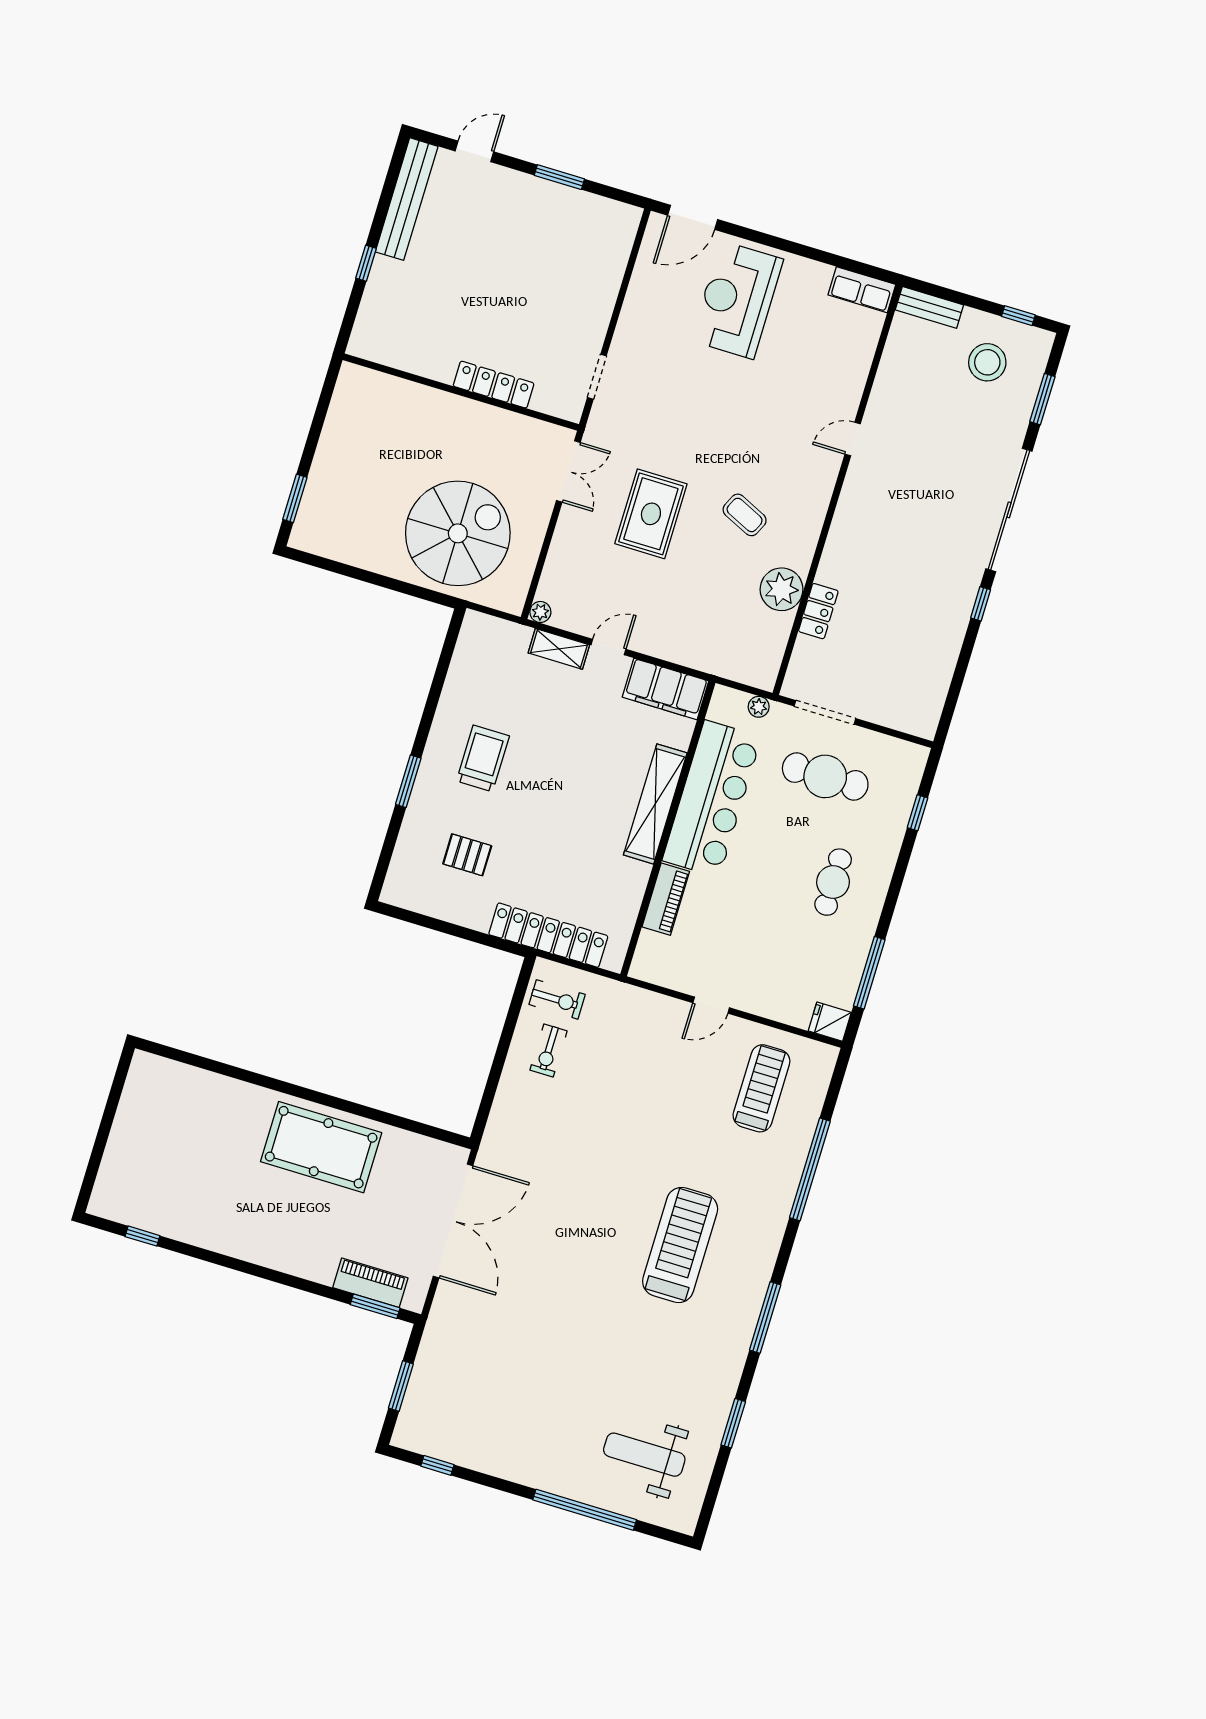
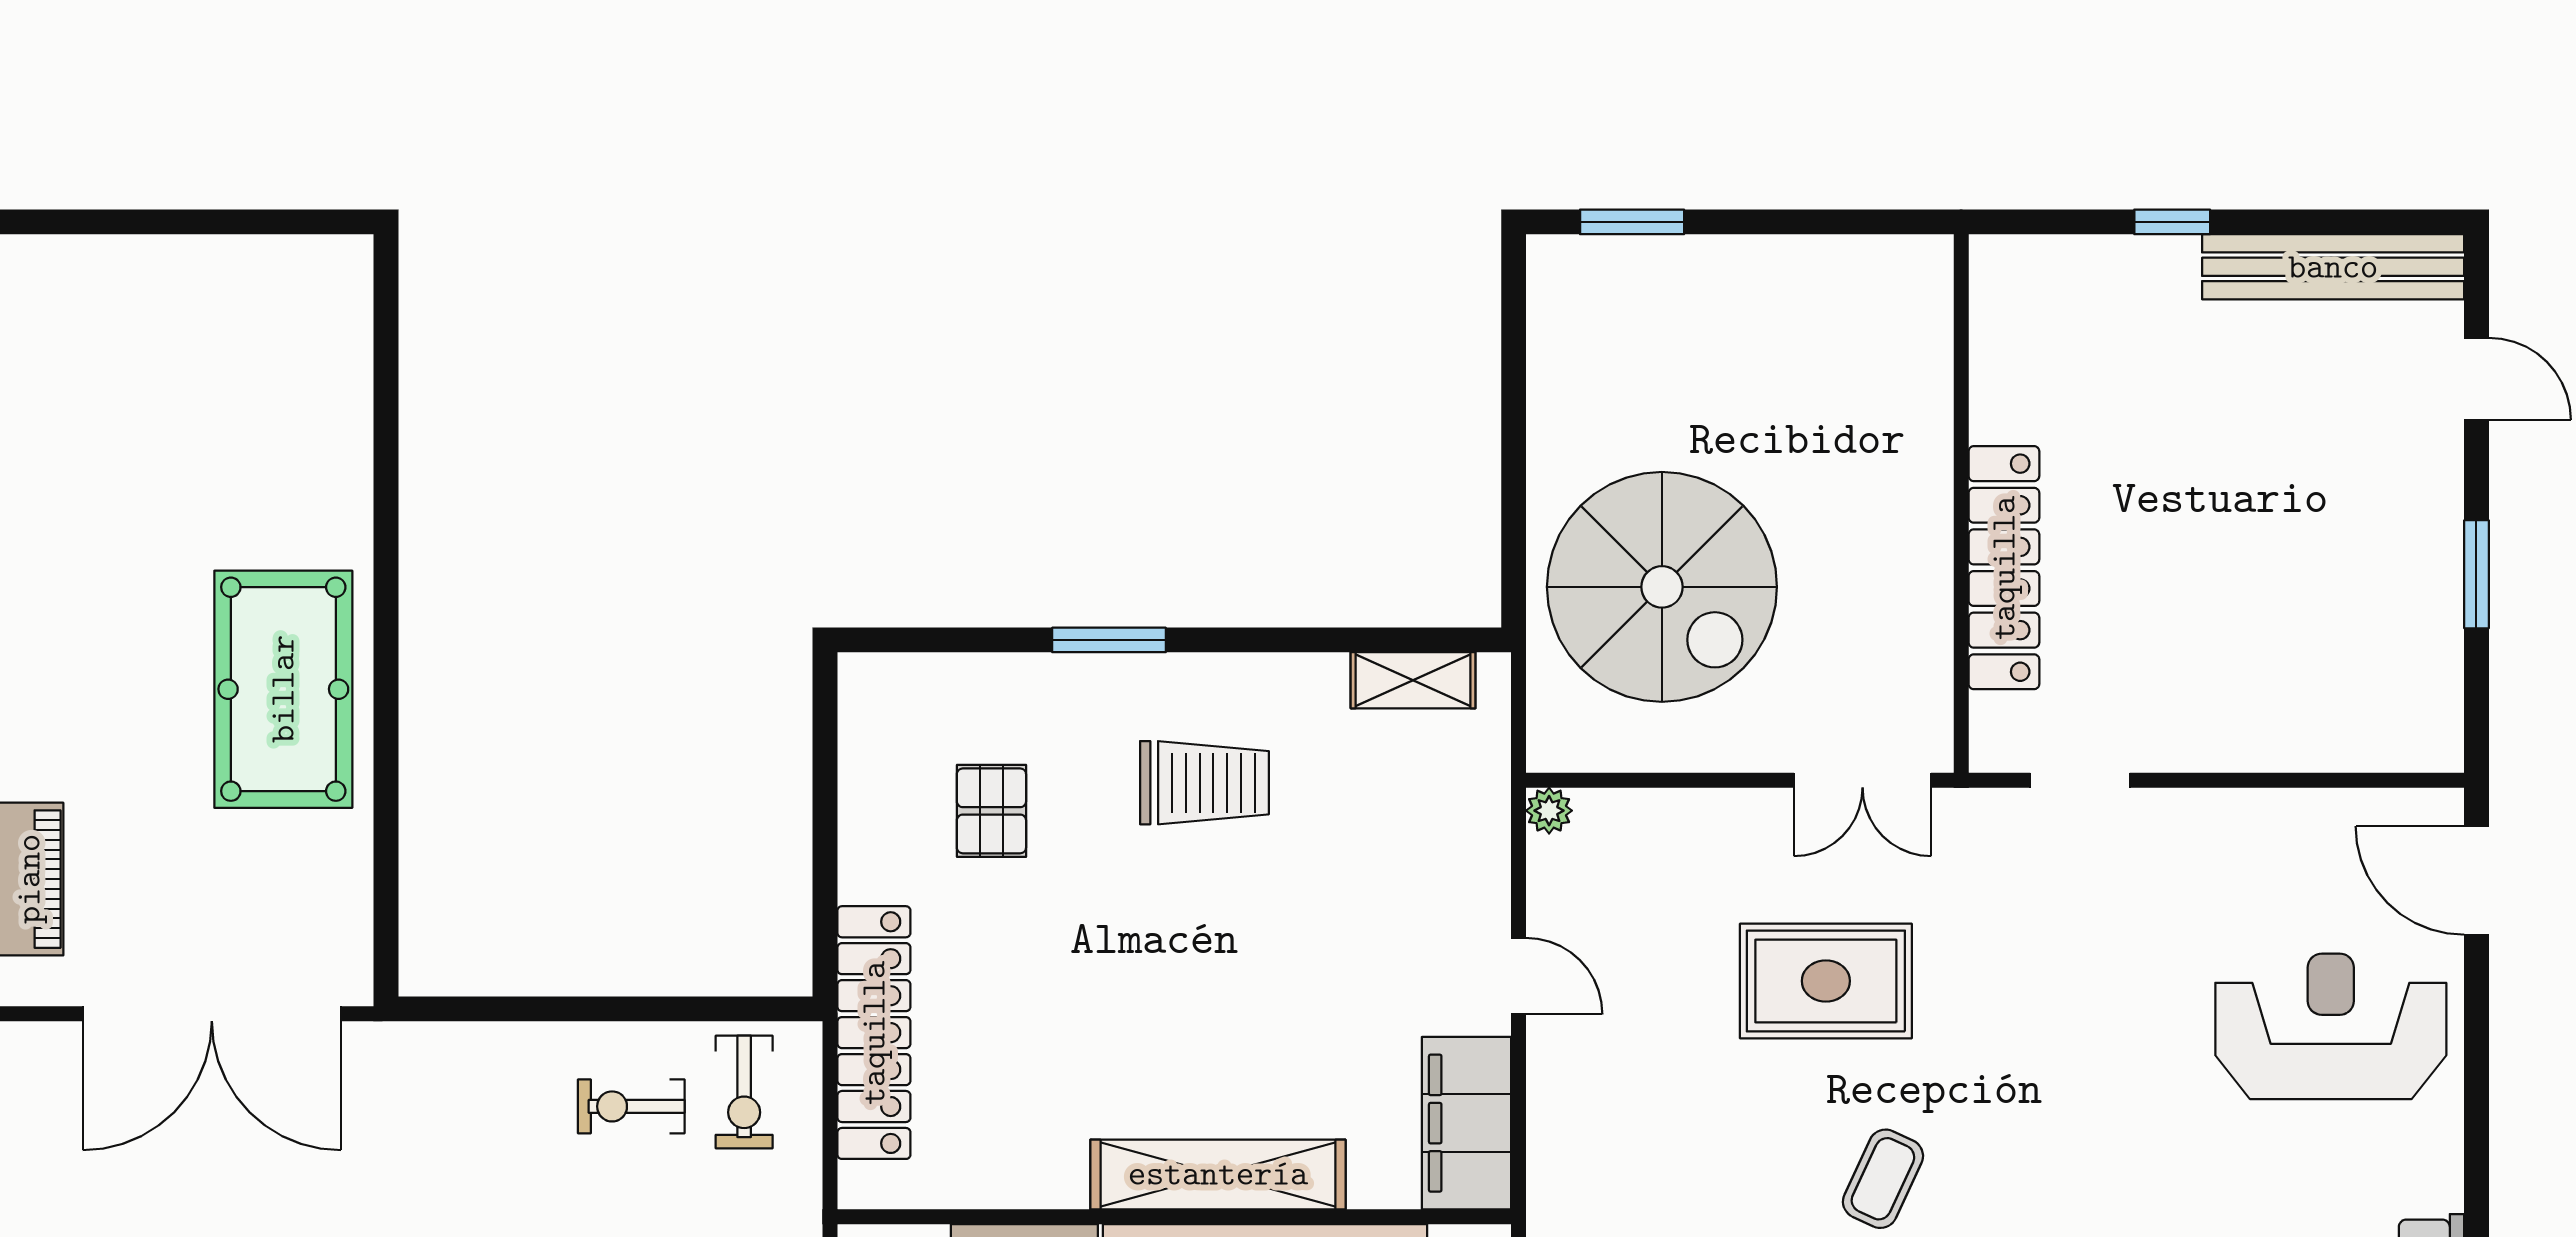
locker: (494, 385) -> (2004, 568), width x1.41, depth x1.21
shelving: (559, 649) -> (1413, 680), moved, turned 90

